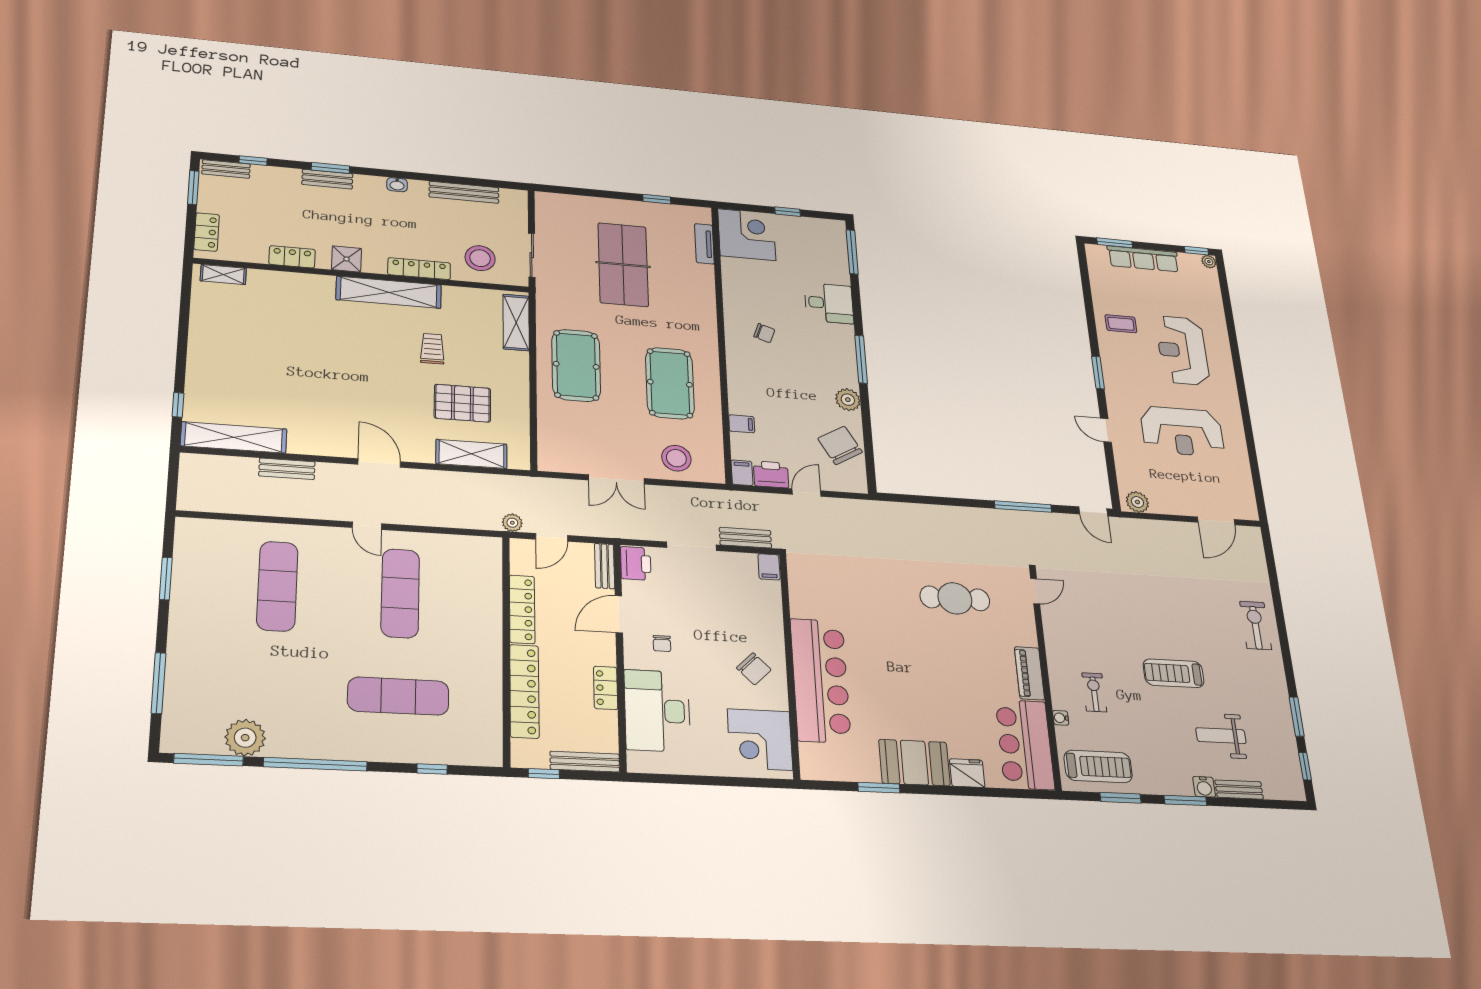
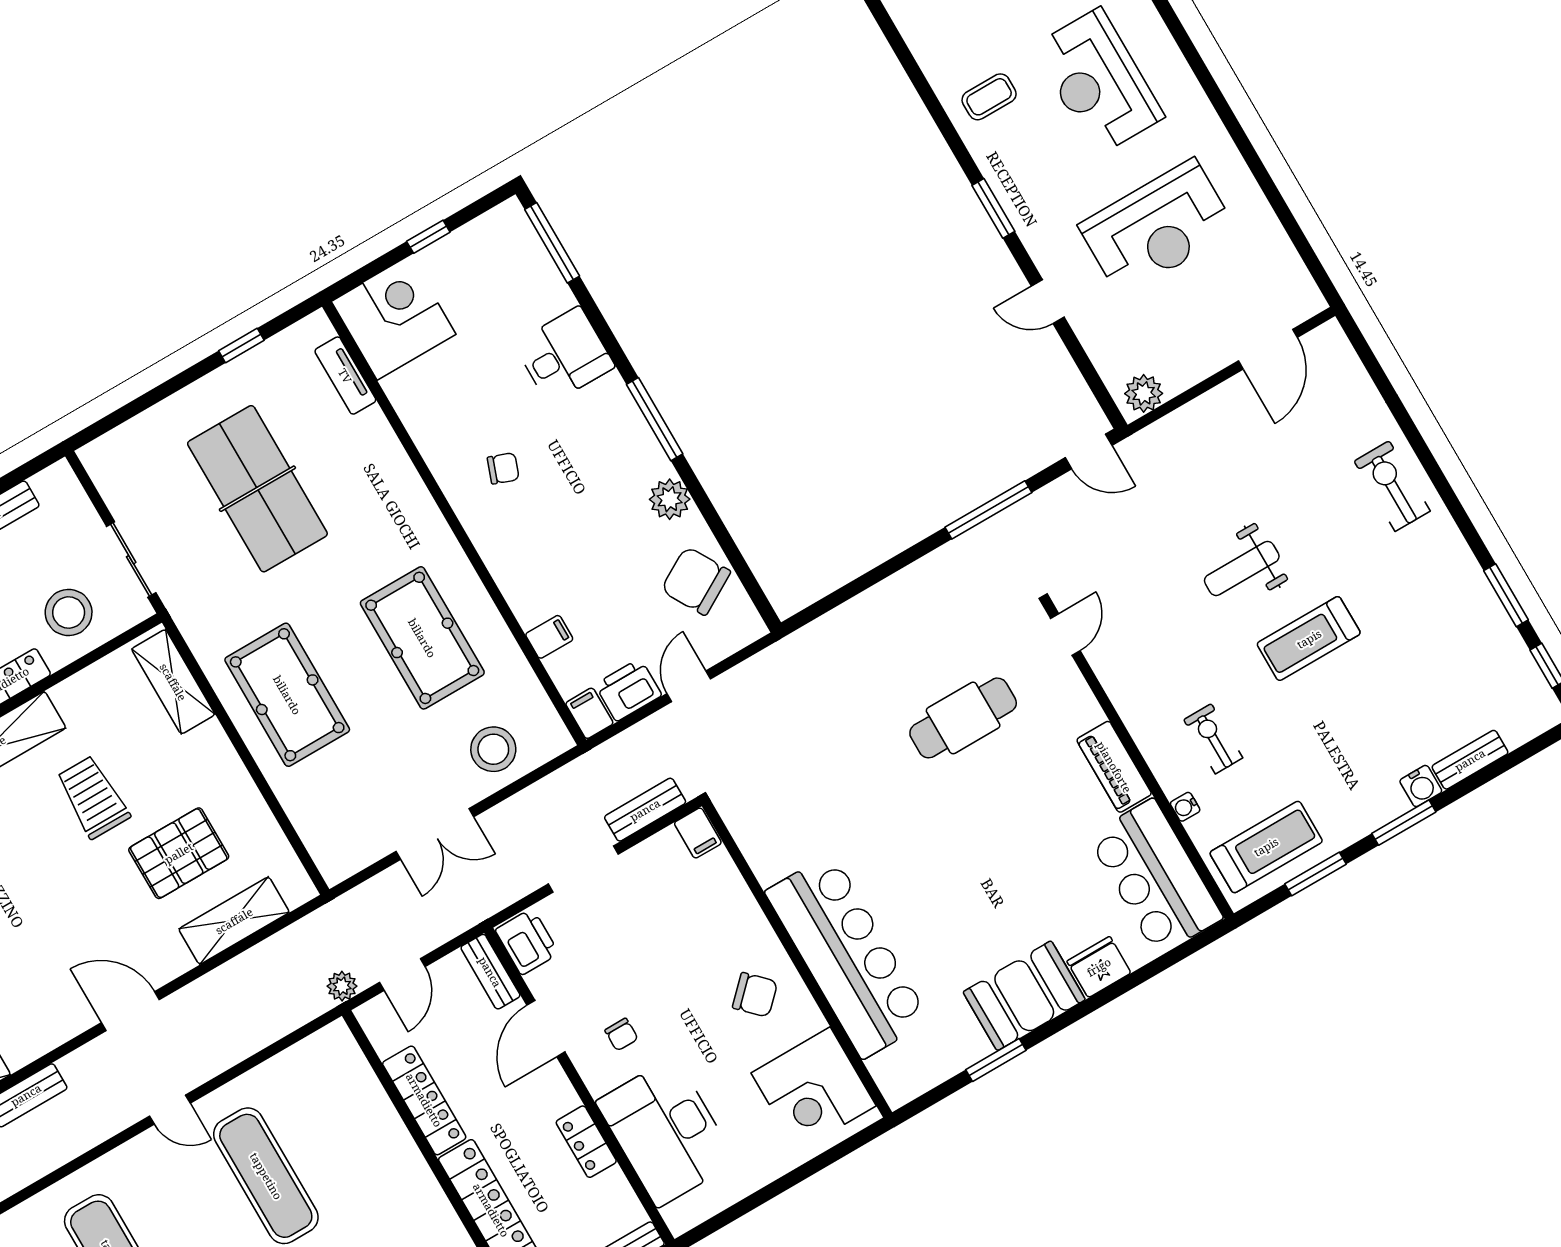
trolley: (432, 349) -> (93, 797), width x1.36, depth x1.39
weight bench: (1221, 736) -> (1242, 568), moved

